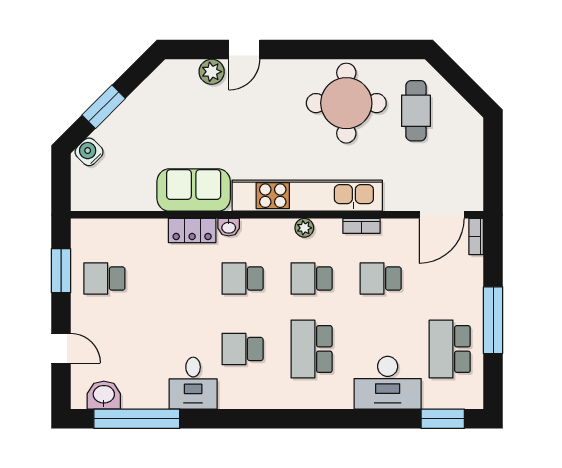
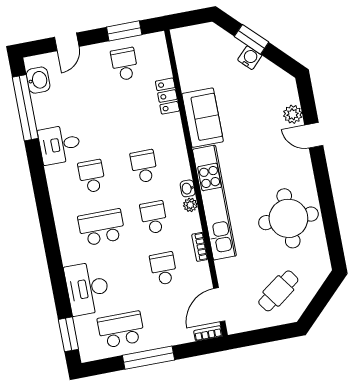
cafe table: (416, 111) -> (278, 291), moved, turned -36
water cooler: (89, 152) -> (250, 58), moved
door: (442, 215) -> (219, 305), hinge flipped
washbasin: (229, 227) -> (188, 188), moved
locker: (192, 230) -> (167, 96), moved

